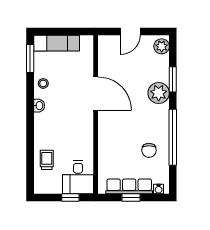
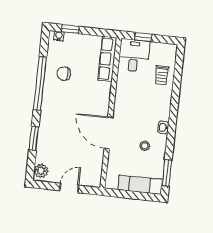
stool: (43, 83) -> (145, 146), moved
plant: (159, 93) -> (49, 127), removed
chair: (149, 150) -> (64, 74), turned -90
row of seats: (129, 186) -> (107, 59), moved, turned 90
window: (131, 198) -> (70, 29), moved

